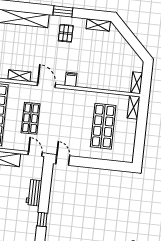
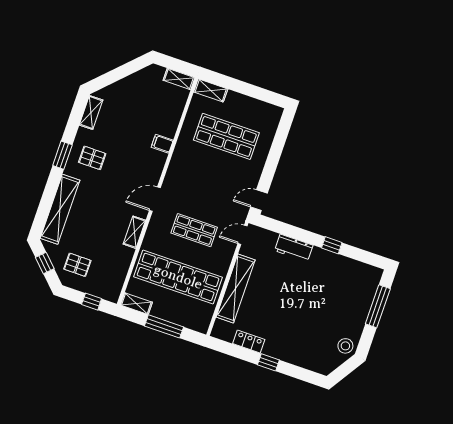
filing cabinet: (71, 79) -> (162, 144), moved

